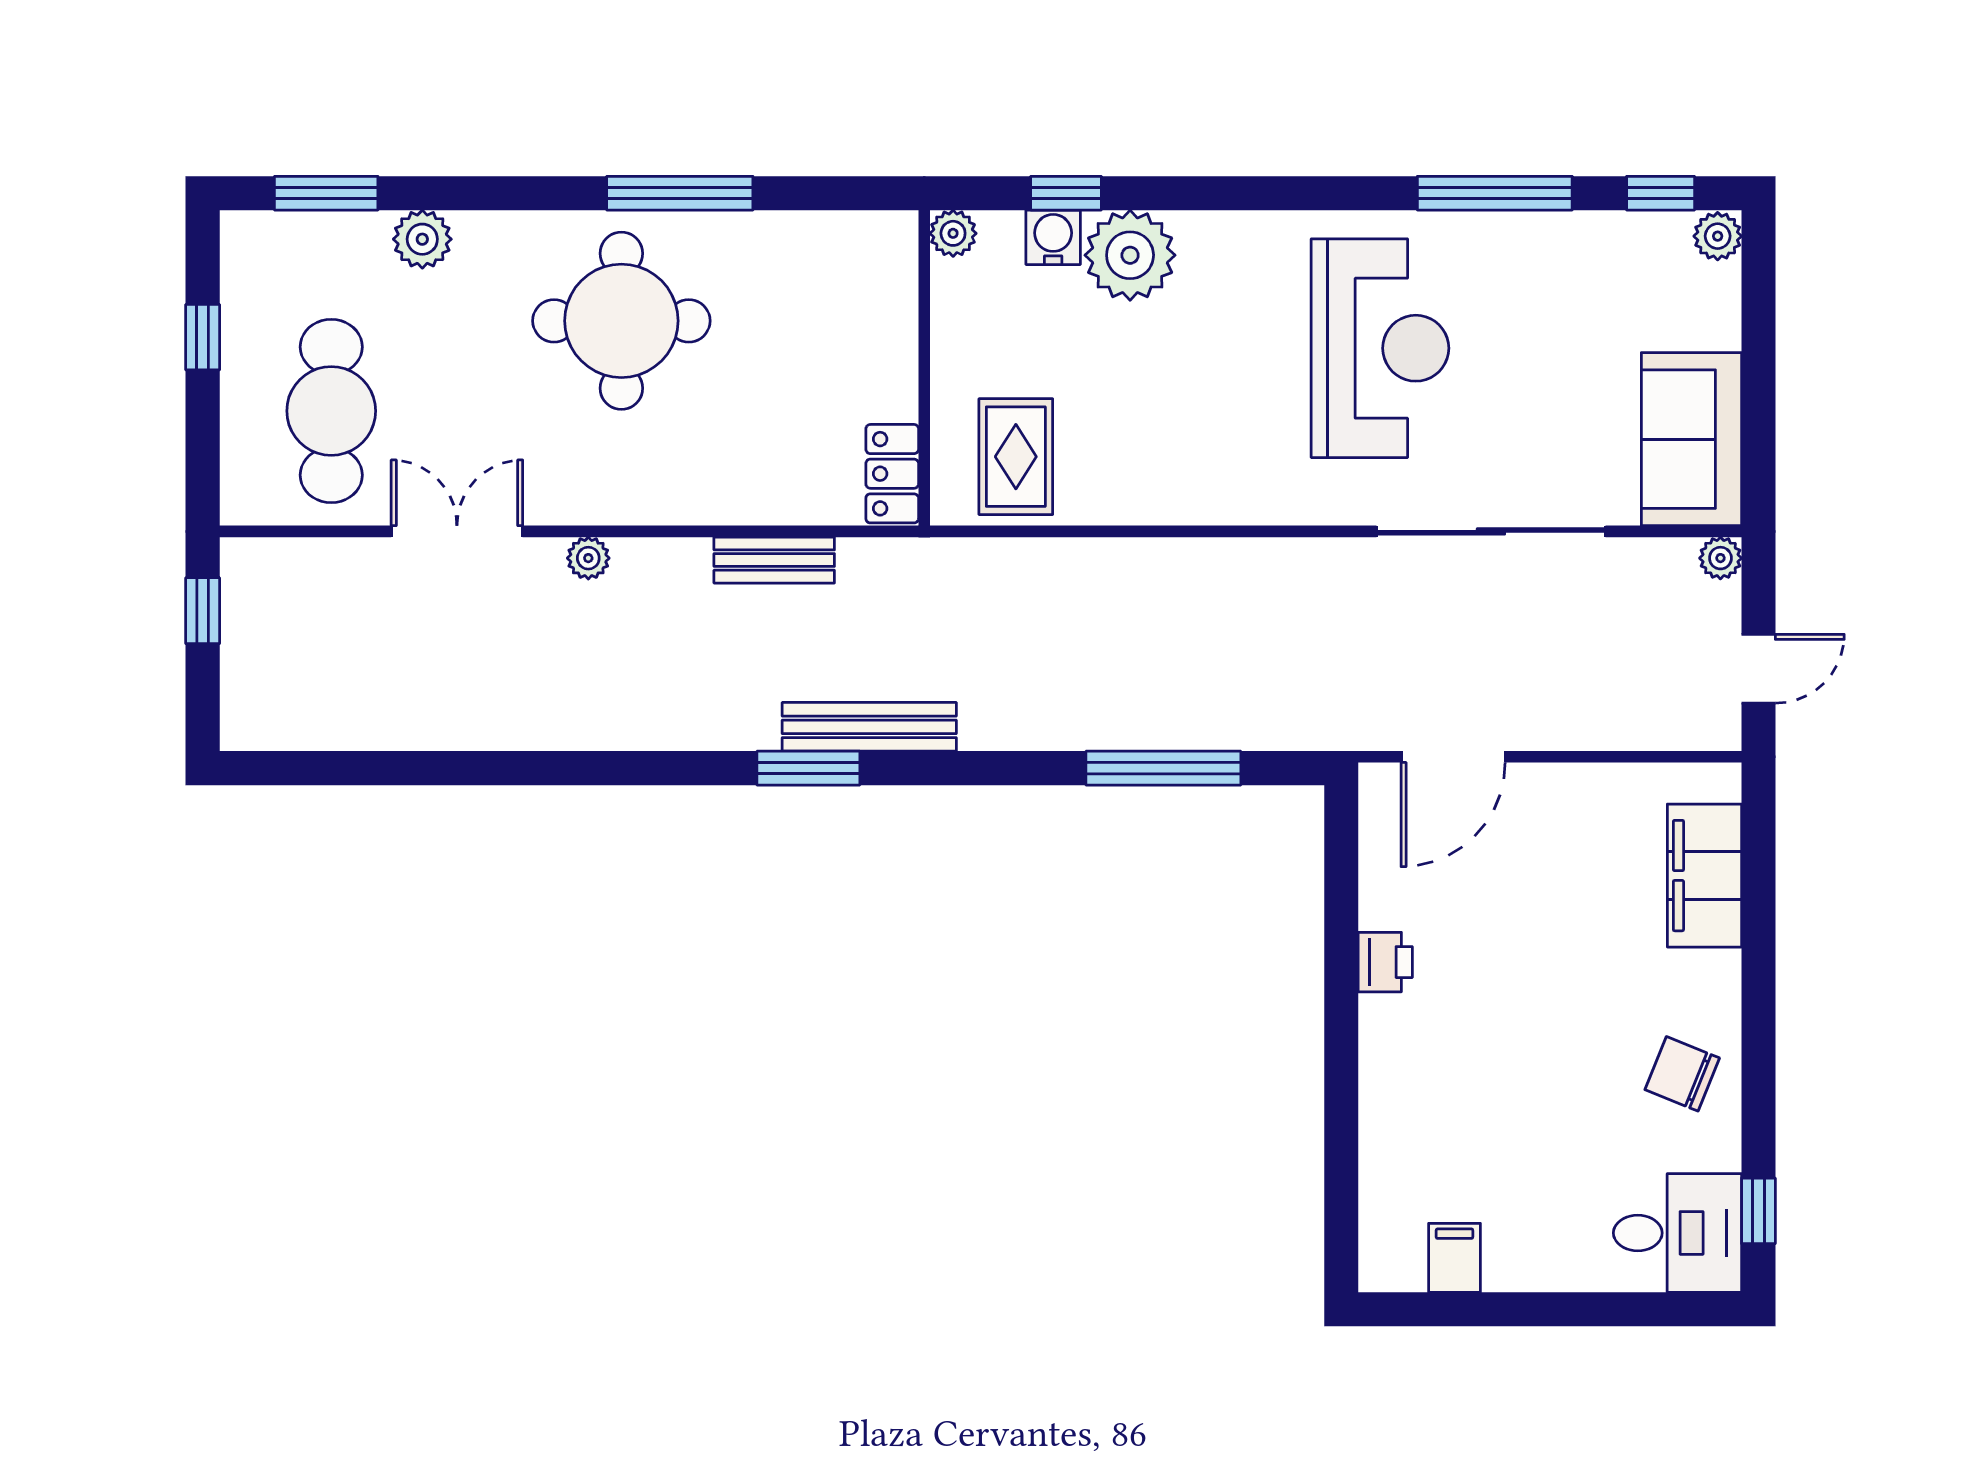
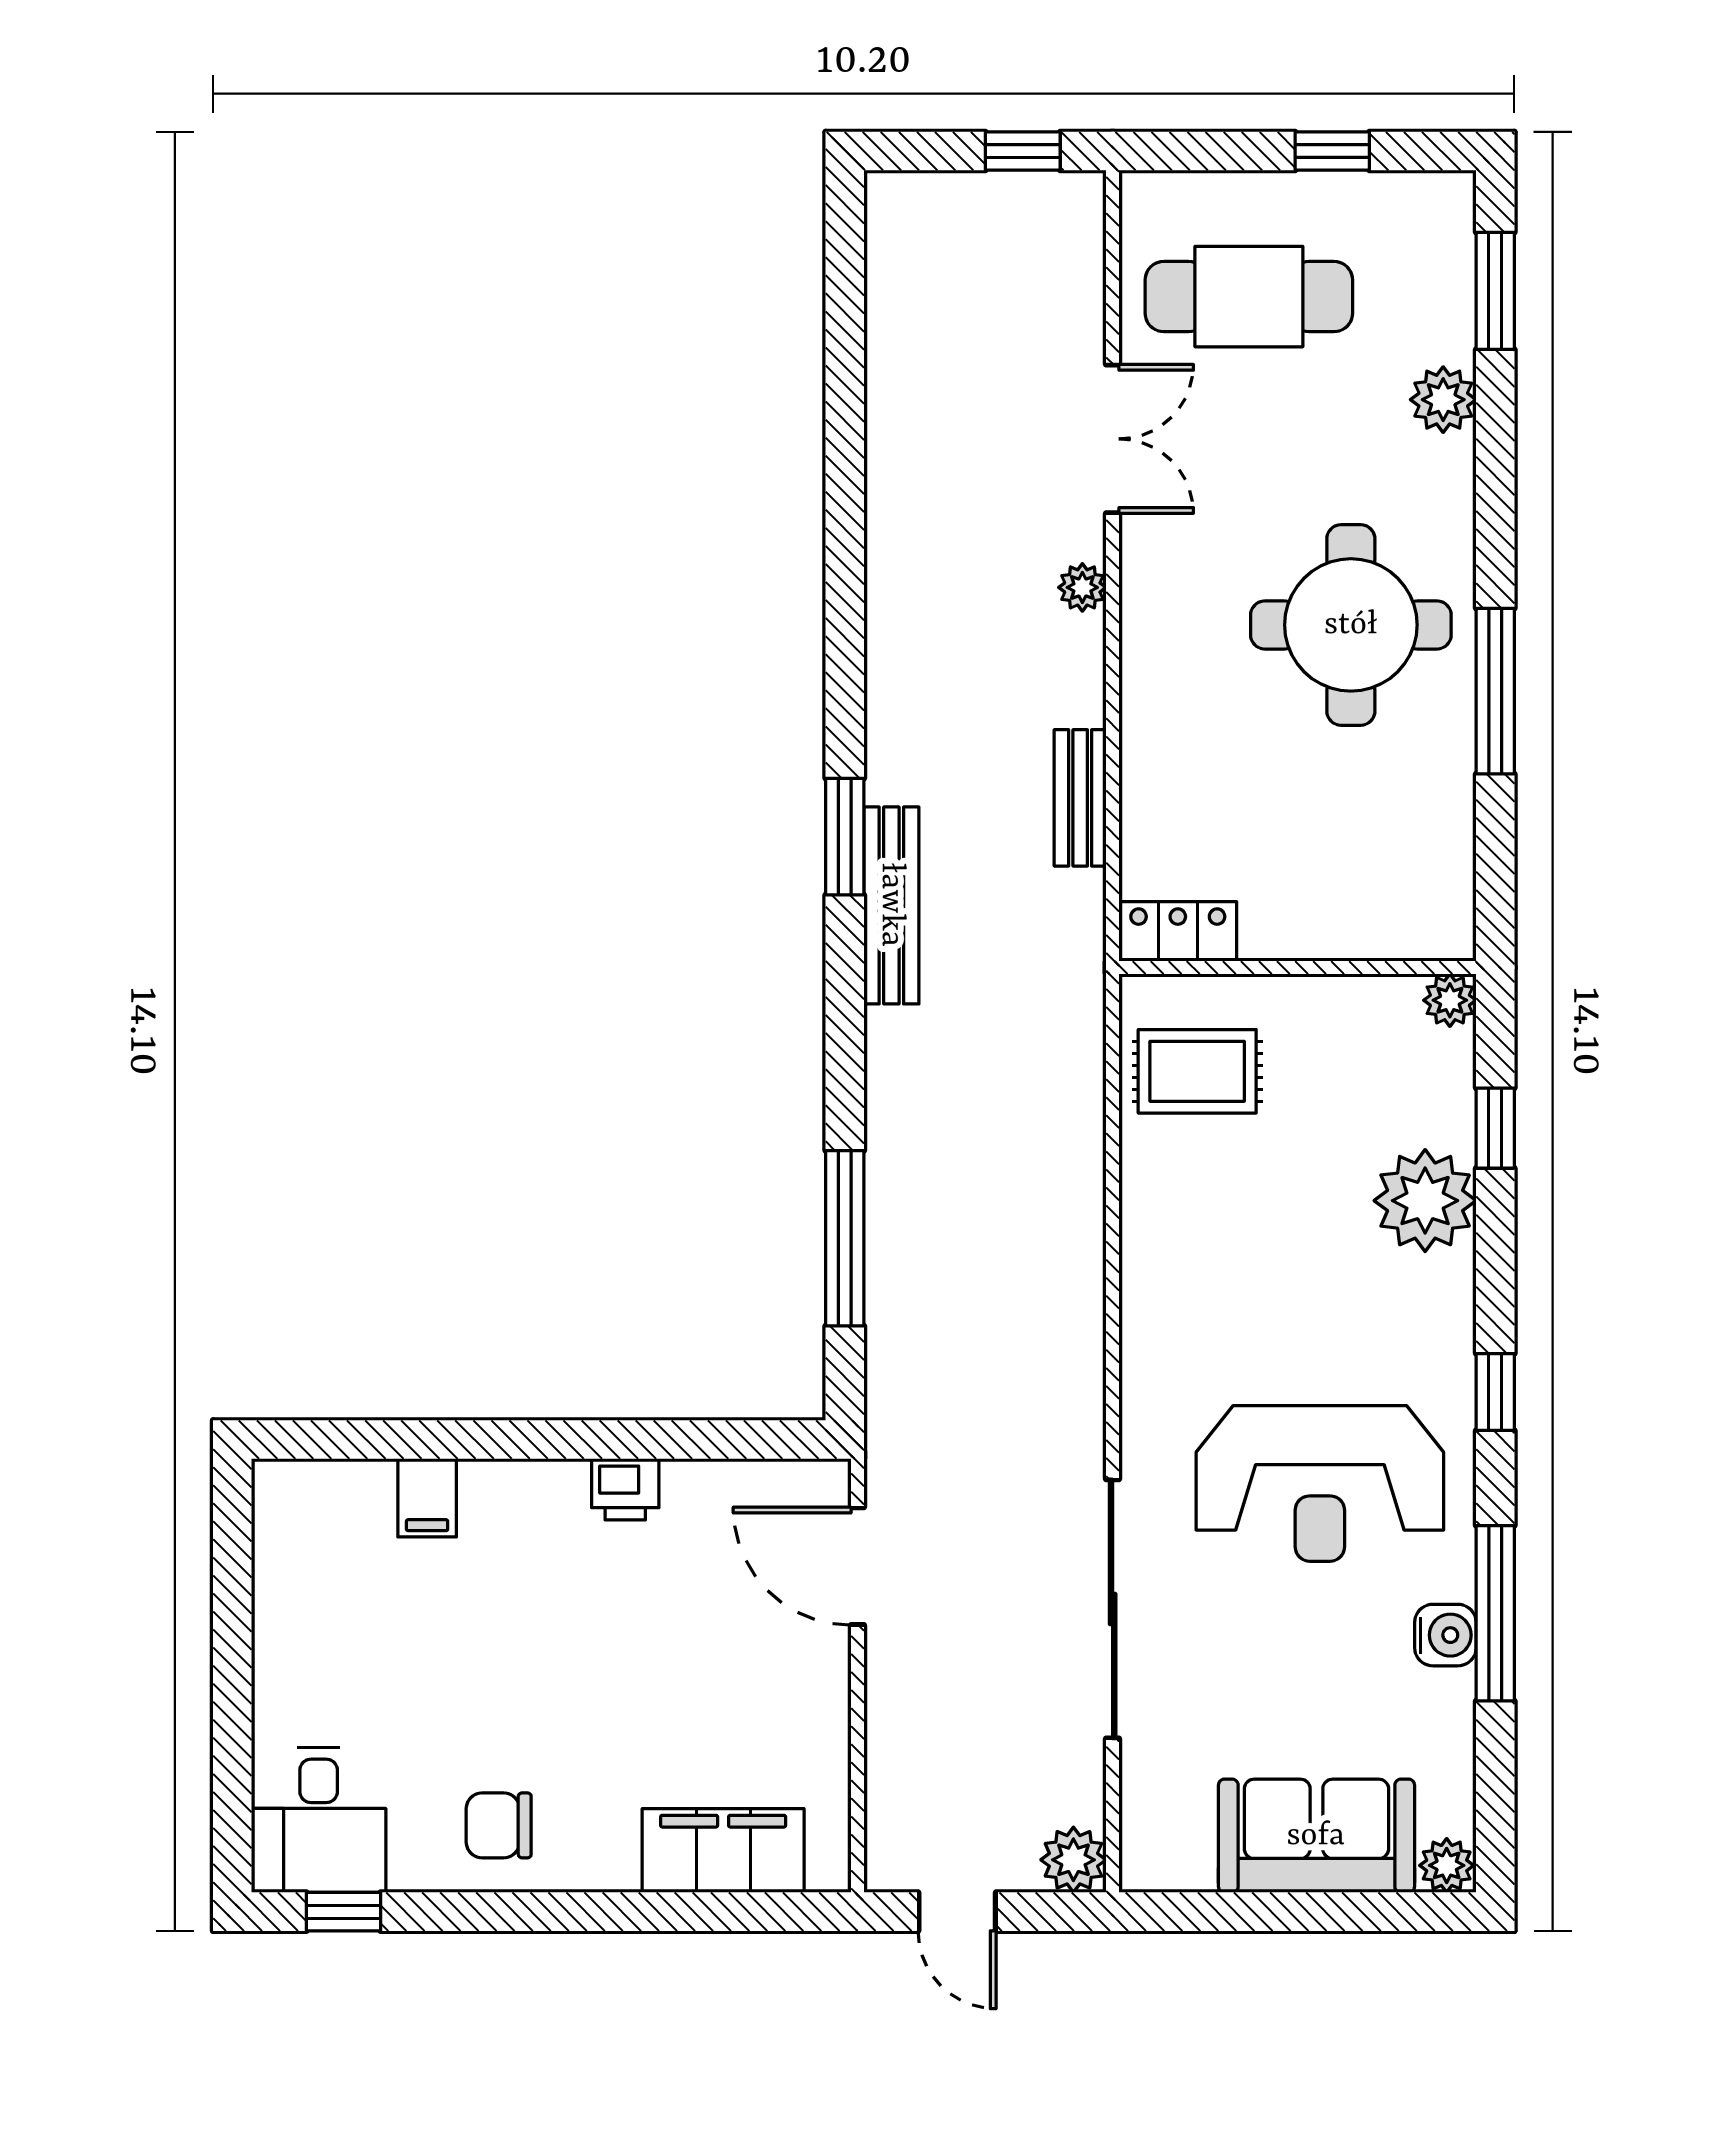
window: (1661, 193) -> (1495, 1392), moved
water cooler: (1053, 237) -> (1445, 1635), moved
sofa: (1691, 439) -> (1316, 1836), moved
plant: (1720, 558) -> (1073, 1860), width x1.38, depth x1.38
chair: (1682, 1074) -> (499, 1825), turned -112
filing cabinet: (1454, 1258) -> (427, 1498), moved, turned 90

